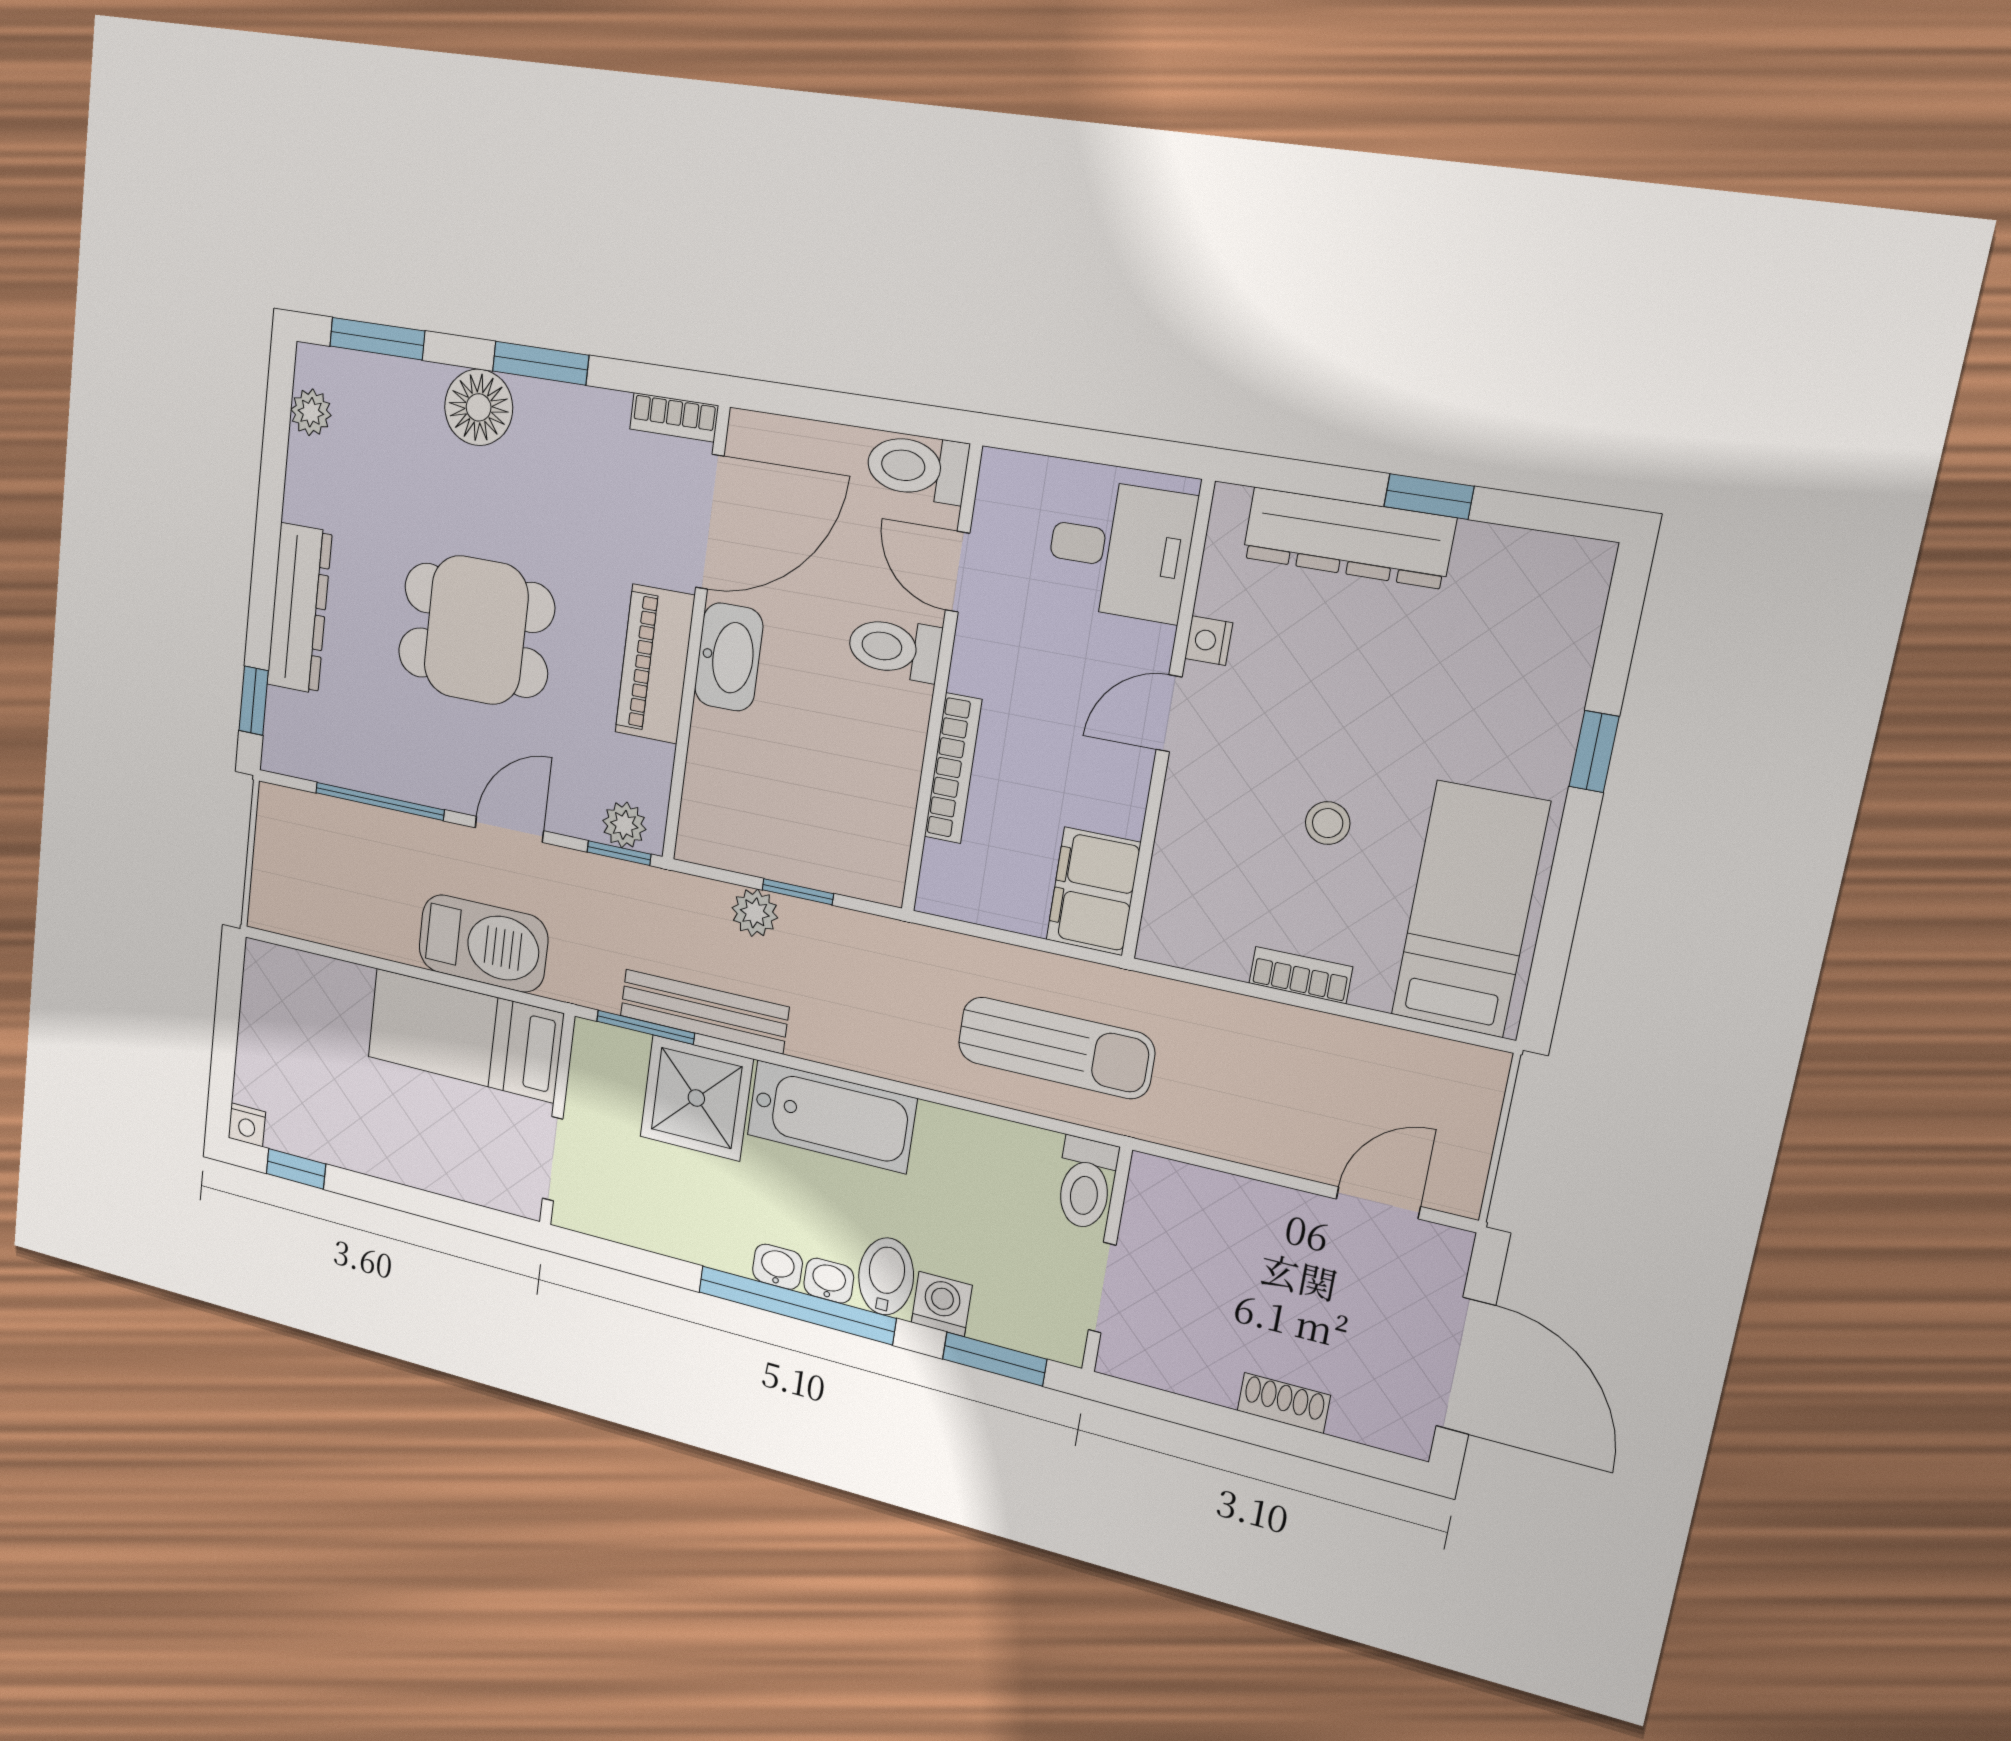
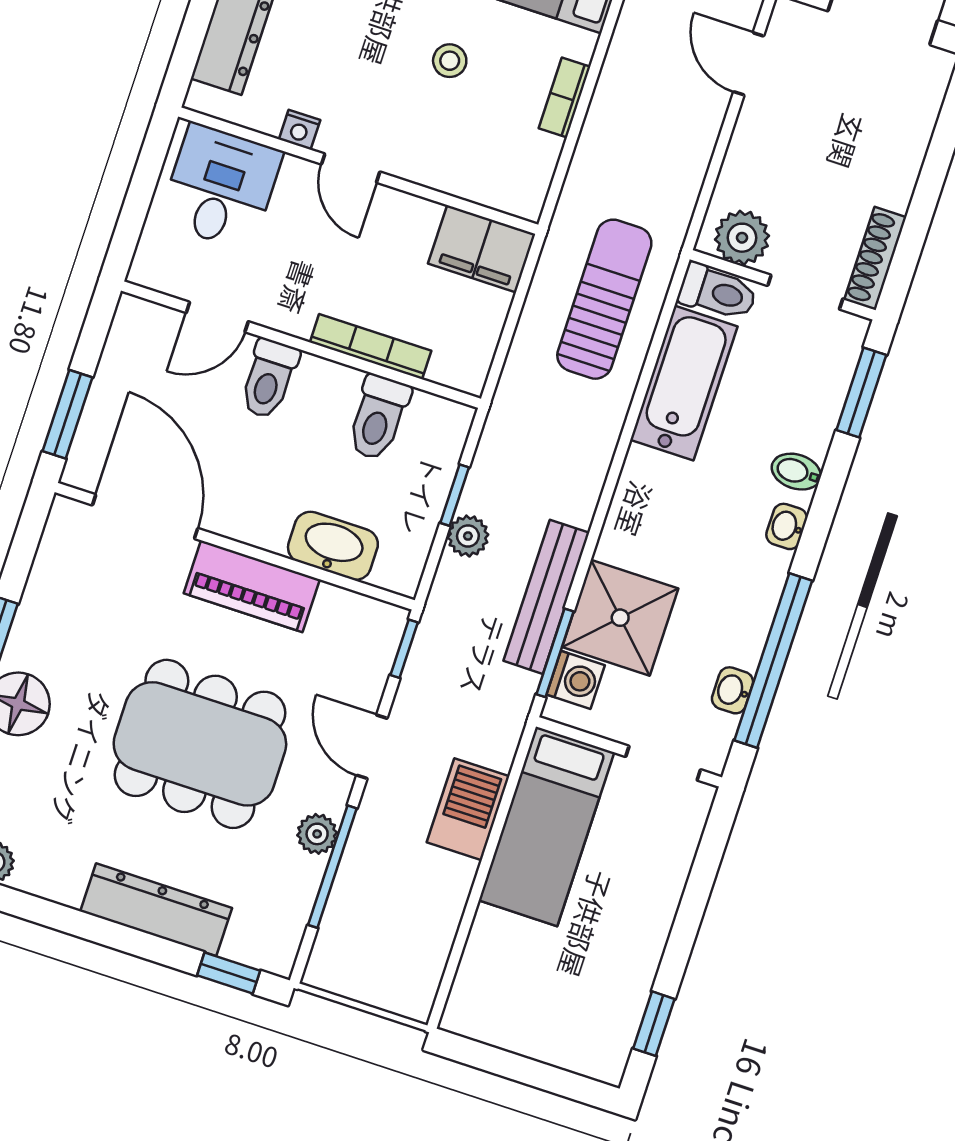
window: (811, 404) -> (68, 414), added
bookcase: (674, 417) -> (57, 532), removed
toilet: (917, 467) -> (378, 418), moved
dining table: (476, 630) -> (200, 744), width x1.38
washbasin: (729, 657) -> (333, 546), moved
plant: (624, 825) -> (317, 834), moved
barbecue: (483, 943) -> (468, 809), width x0.73, depth x0.83
bathtub: (831, 1117) -> (684, 383), moved
nightstand: (247, 1125) -> (609, 1066), removed
plant: (1157, 1208) -> (742, 238), added
washbasin: (777, 1267) -> (733, 690), moved
bidet: (886, 1276) -> (796, 472), width x0.72, depth x0.74
washing machine: (942, 1304) -> (576, 680), moved, turned 180
window: (796, 1305) -> (773, 661), moved
shoe rack: (1284, 1403) -> (875, 258), moved, width x1.43

